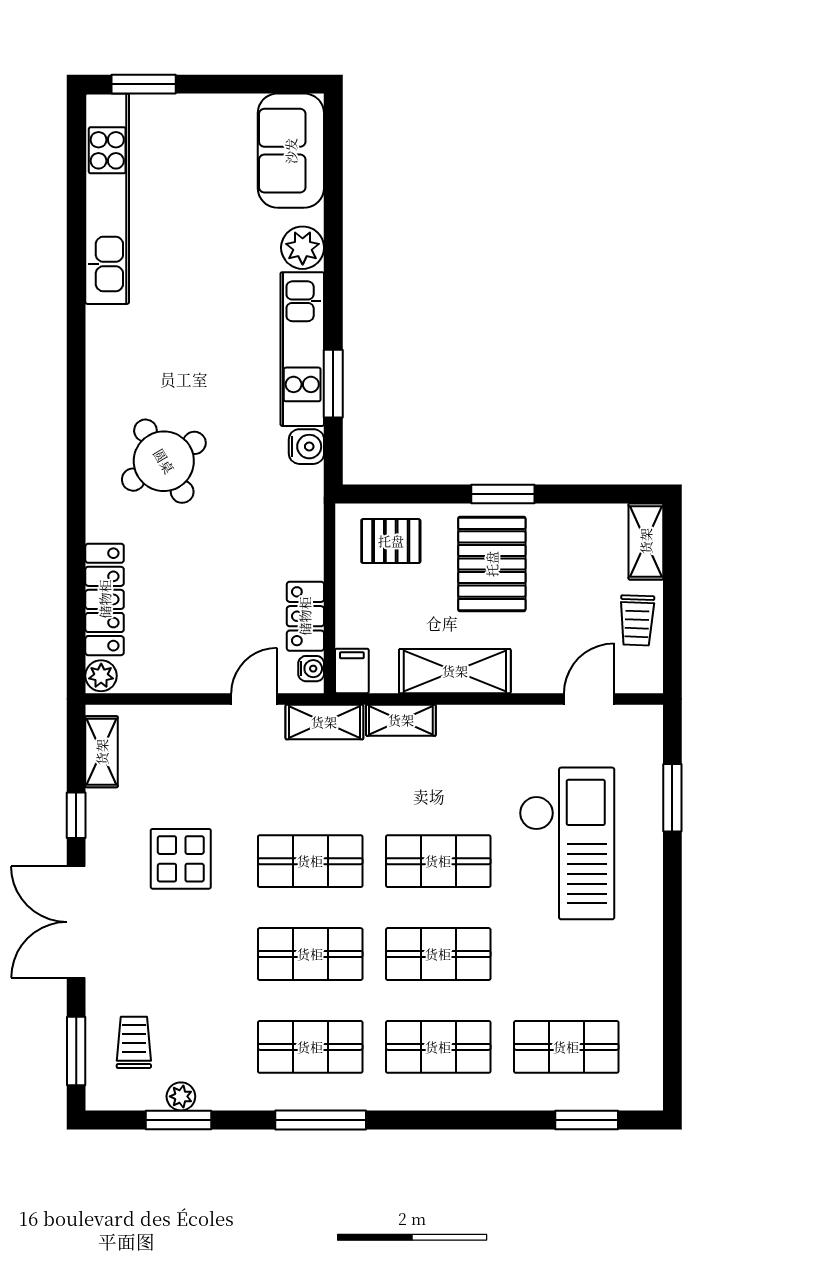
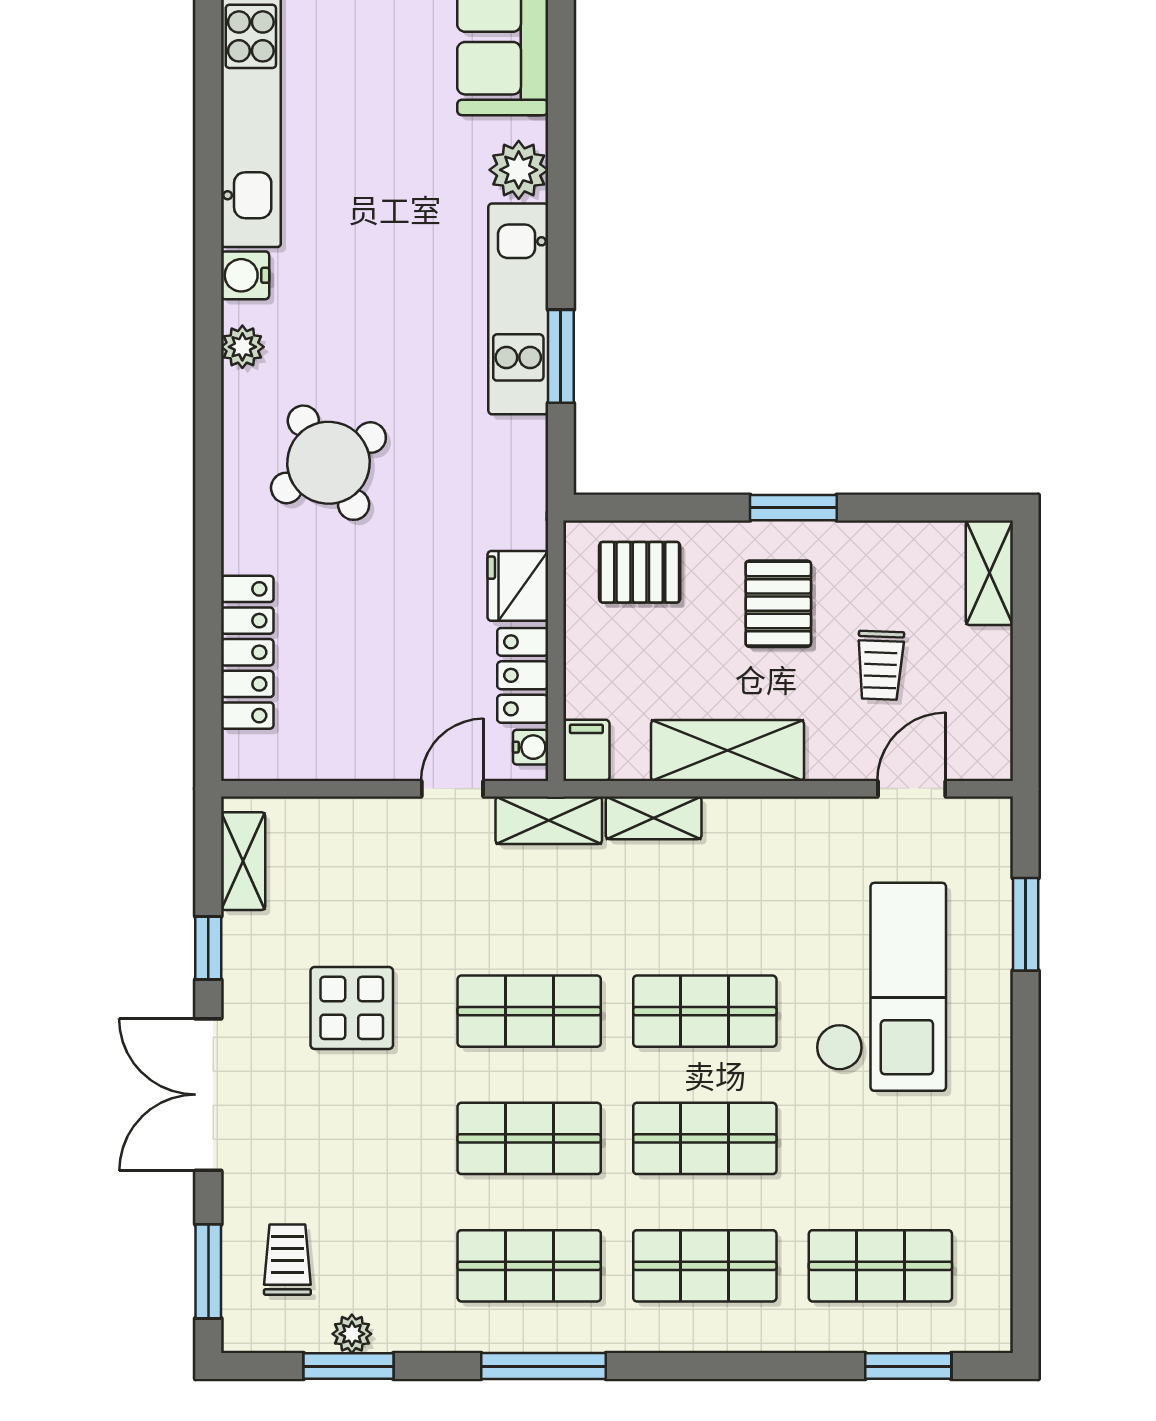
water cooler: (306, 447) -> (245, 275), moved, turned 180
fridge: (302, 551) -> (518, 586), added
pallet: (492, 564) -> (778, 604), width x0.67, depth x0.71
trolley: (637, 620) -> (880, 665), moved
plant: (101, 676) -> (242, 347), moved

